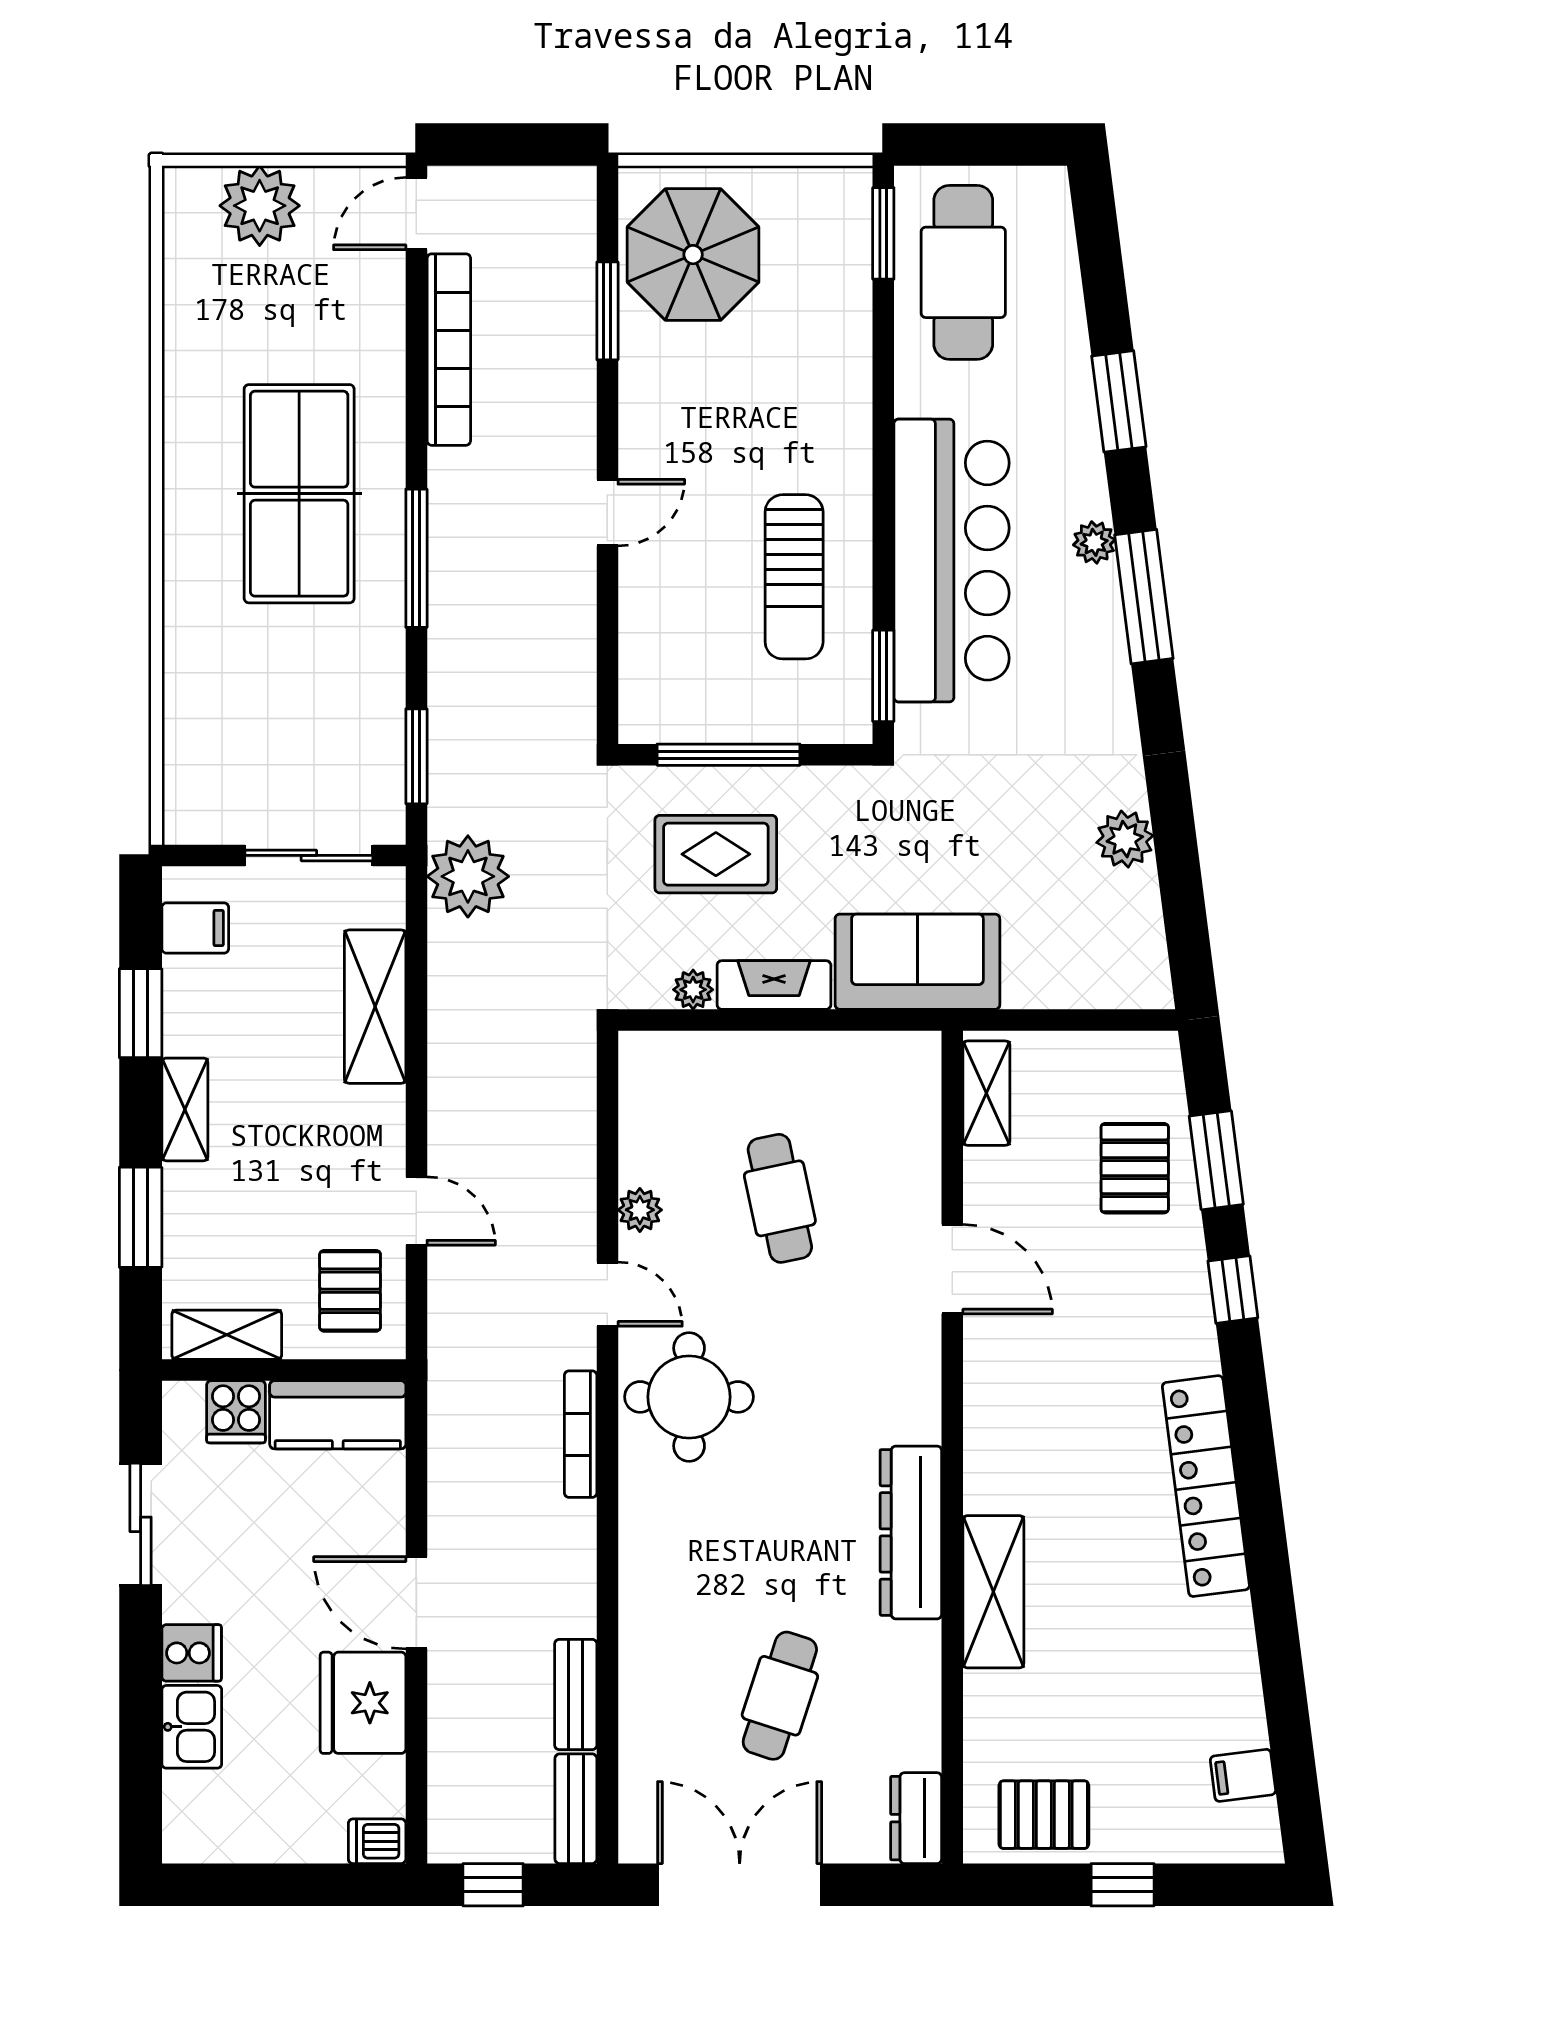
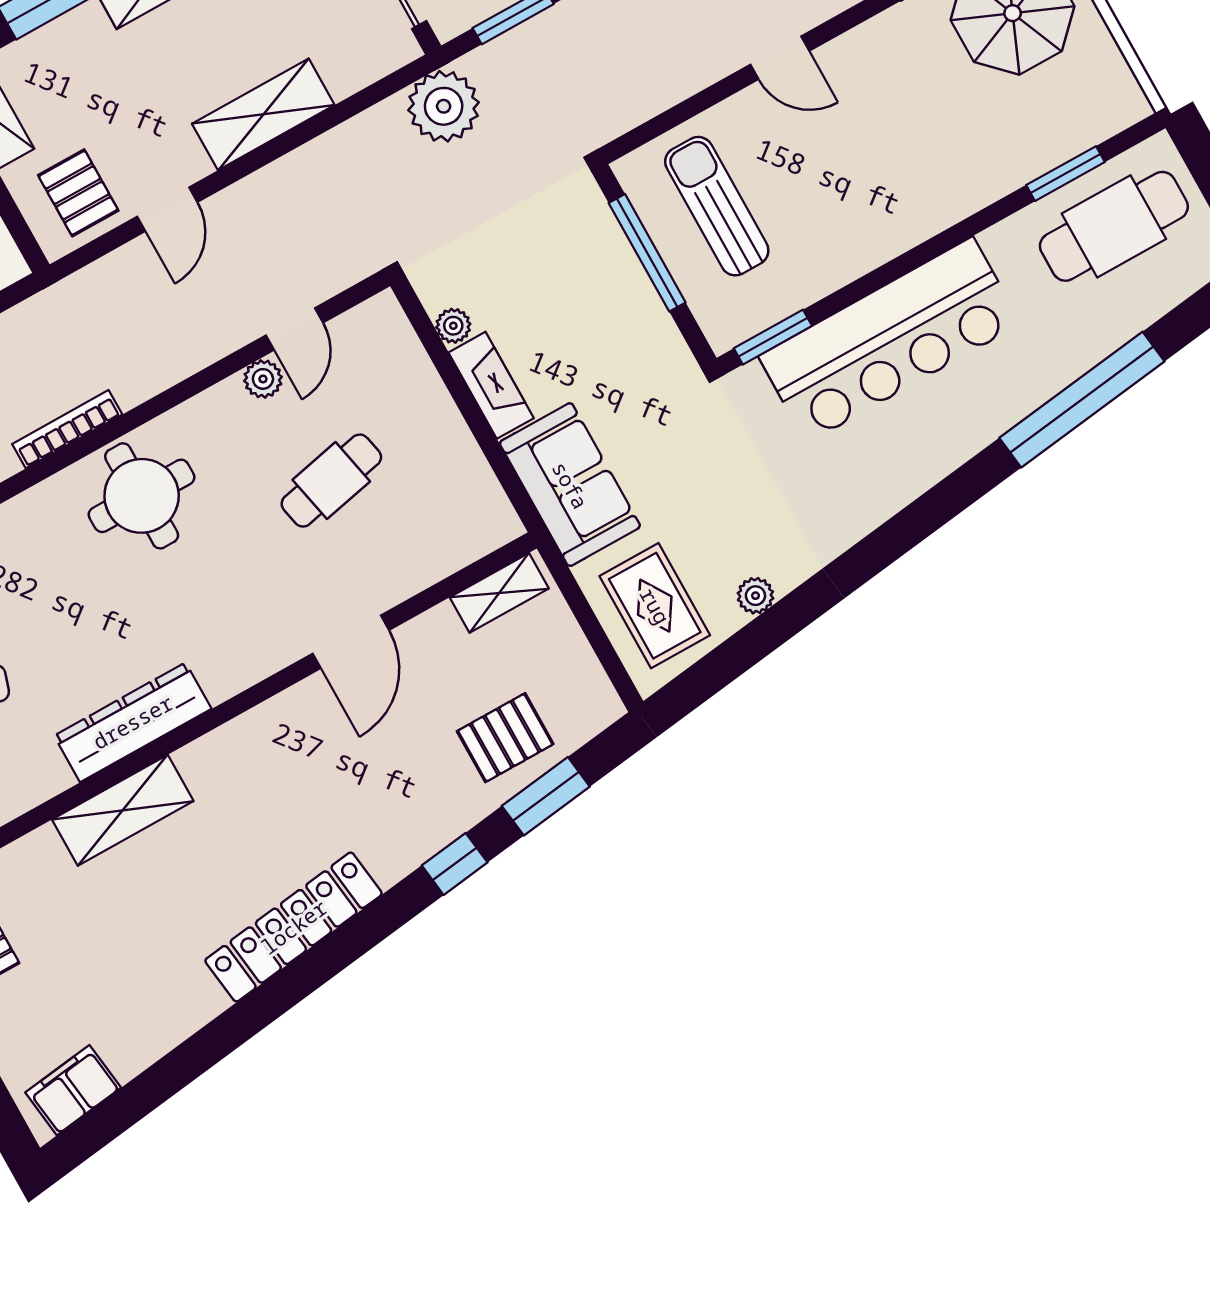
window: (883, 233) -> (1065, 174), moved
window: (1119, 401) -> (1082, 400), width x2.11
plant: (1094, 542) -> (964, 441), removed
sun lounger: (794, 577) -> (717, 206), moved, turned 90
window: (1144, 597) -> (944, 502), removed
plant: (1125, 839) -> (755, 596), width x0.73, depth x0.73
rug: (716, 854) -> (655, 606), moved
shelving: (375, 1007) -> (263, 114), moved
pallet: (350, 1291) -> (78, 193), turned 90
door: (607, 1294) -> (294, 329), moved
filing cabinet: (1243, 1775) -> (73, 1090), width x2.00

